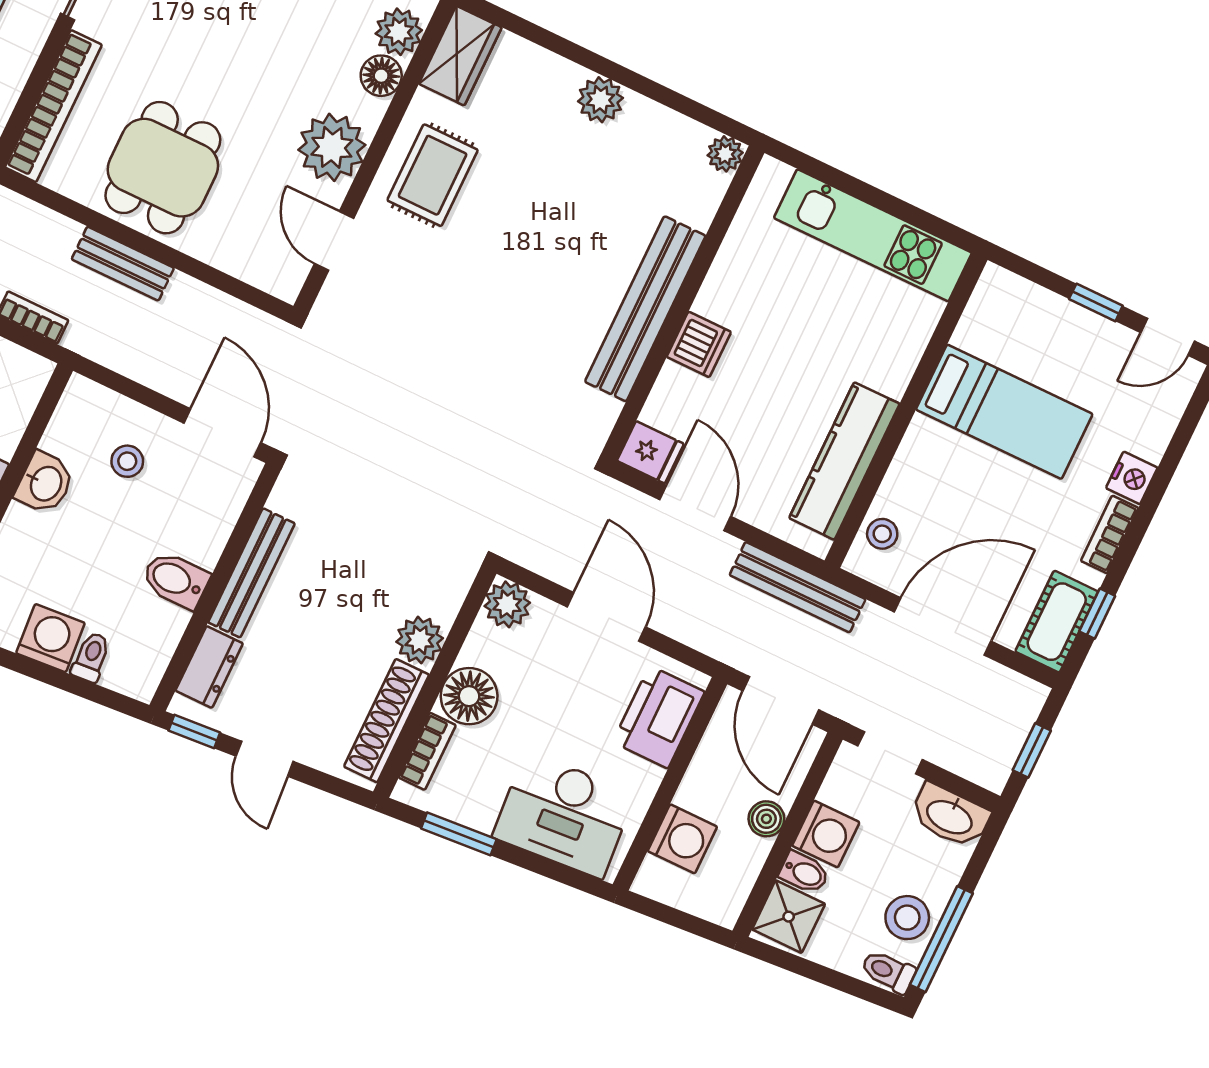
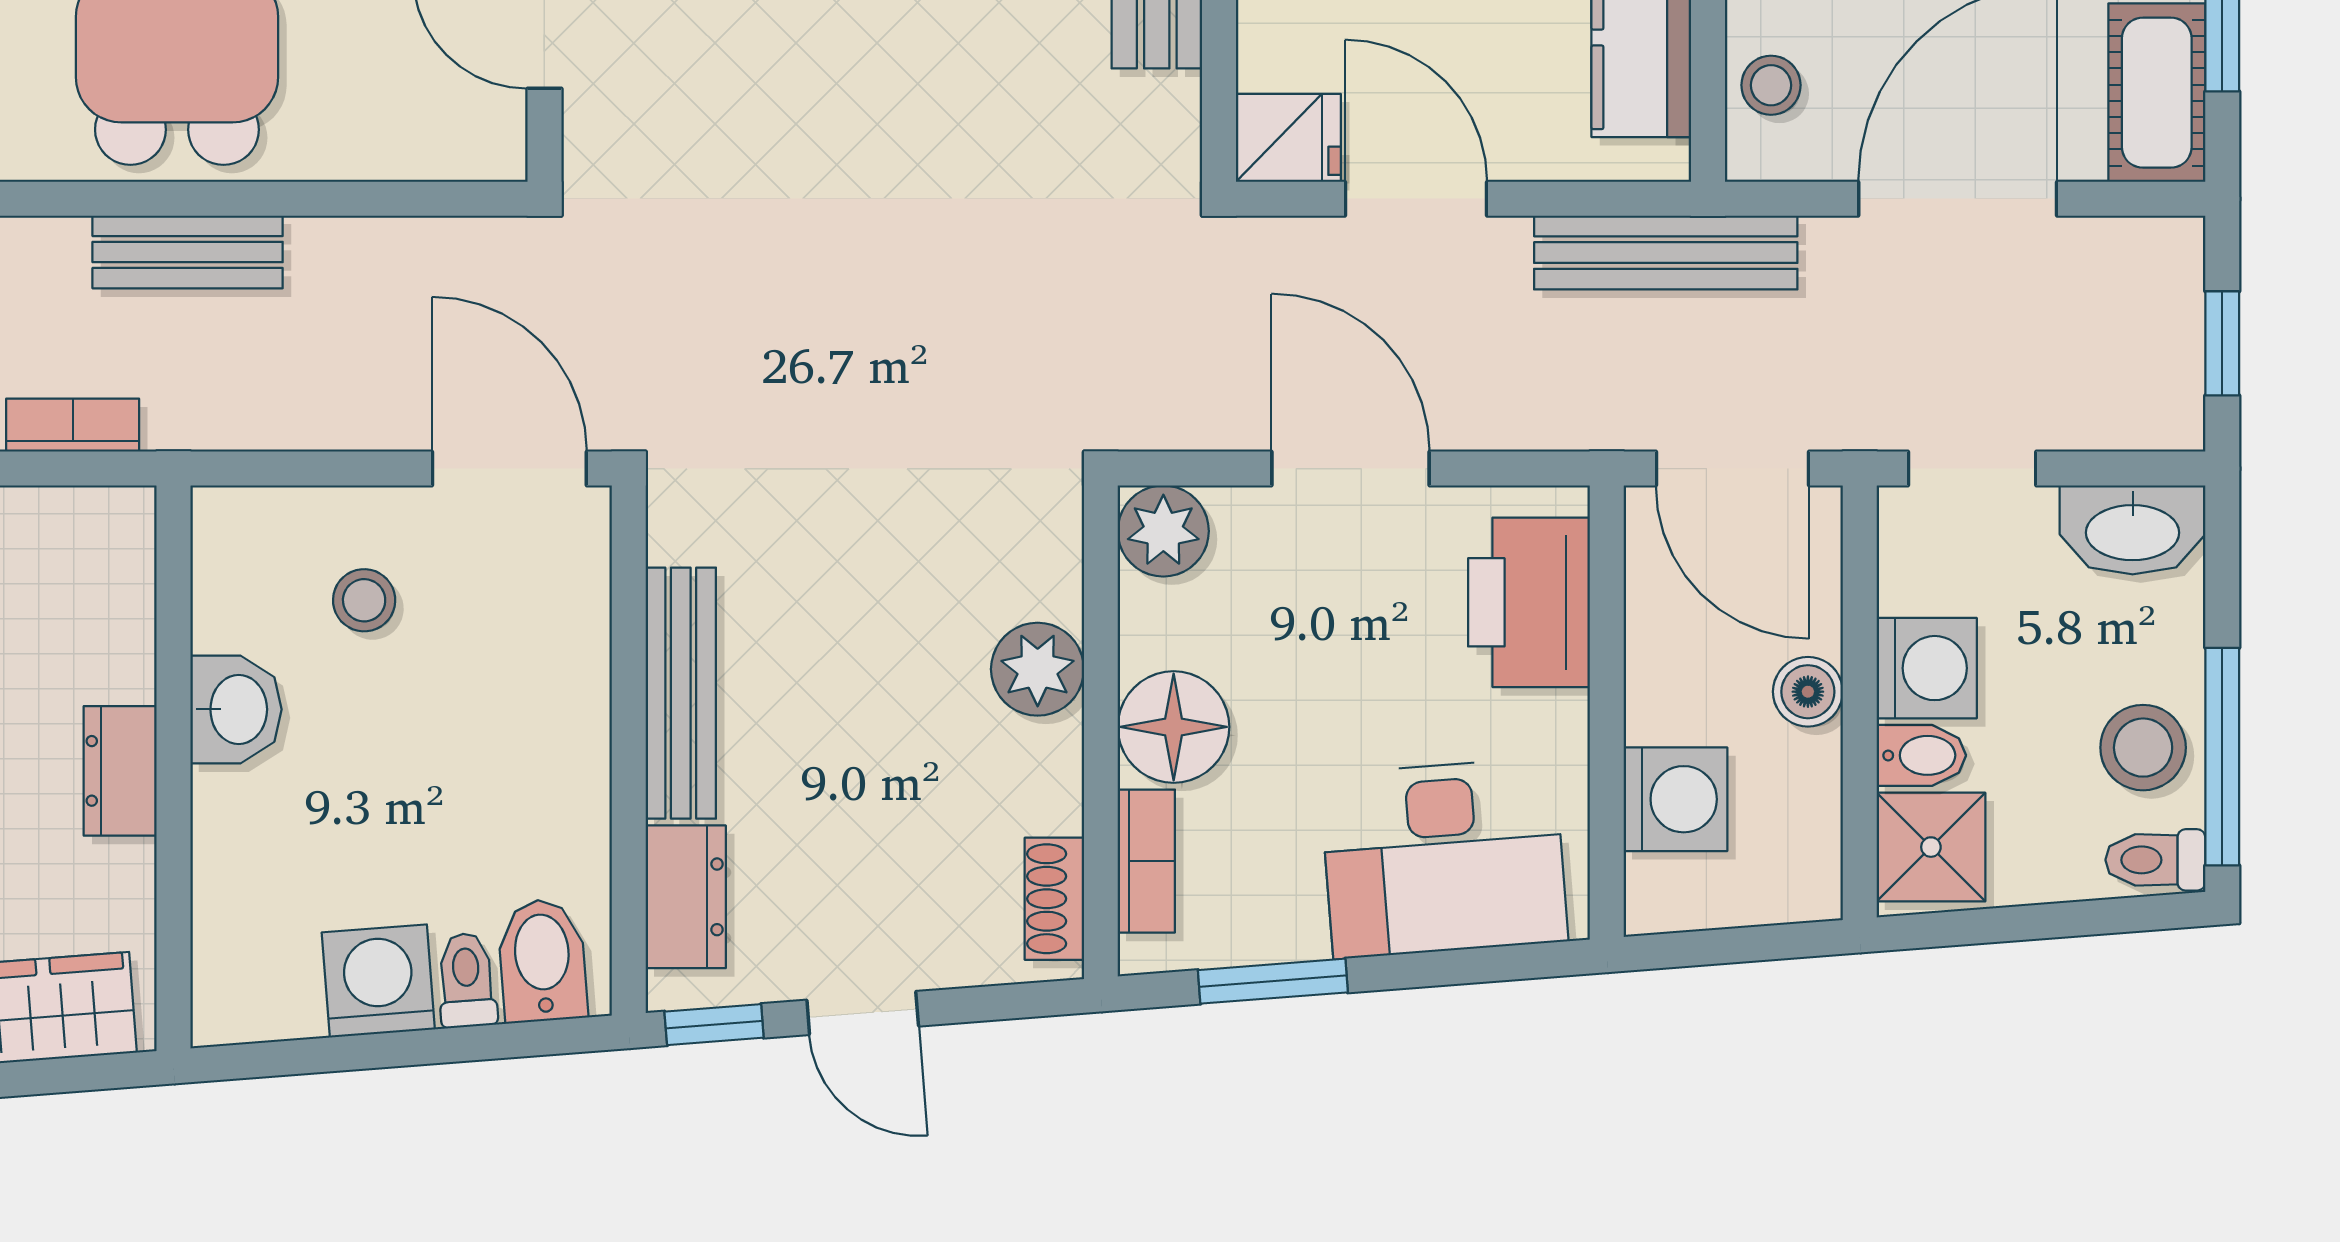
bidet: (176, 580) -> (542, 960), moved, turned 86
shoe rack: (386, 721) -> (1054, 899), width x0.51, depth x0.81

